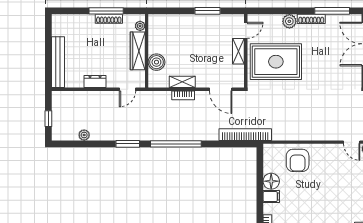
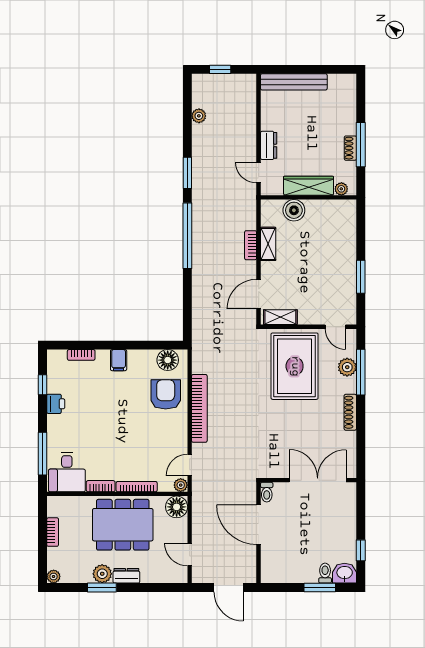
window: (332, 11) -> (361, 372), moved
shoe rack: (109, 19) -> (350, 148), width x0.70
plant: (289, 21) -> (347, 367), moved
shelving: (238, 51) -> (280, 317), moved
dresser: (95, 82) -> (269, 145), moved
bookcase: (245, 135) -> (199, 408), moved
armchair: (298, 160) -> (166, 394), turned 90
floor lamp: (271, 181) -> (168, 360), moved

